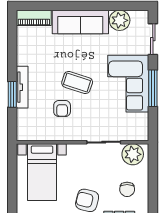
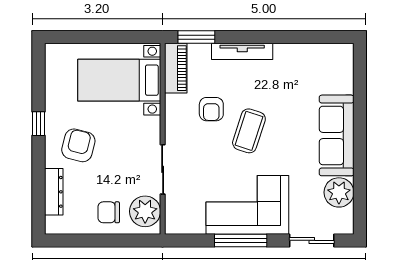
piano: (34, 18) -> (176, 68), moved, turned 180
window: (12, 94) -> (196, 37), moved
armchair: (62, 109) -> (211, 109), turned -90
chair: (127, 189) -> (109, 212), moved

